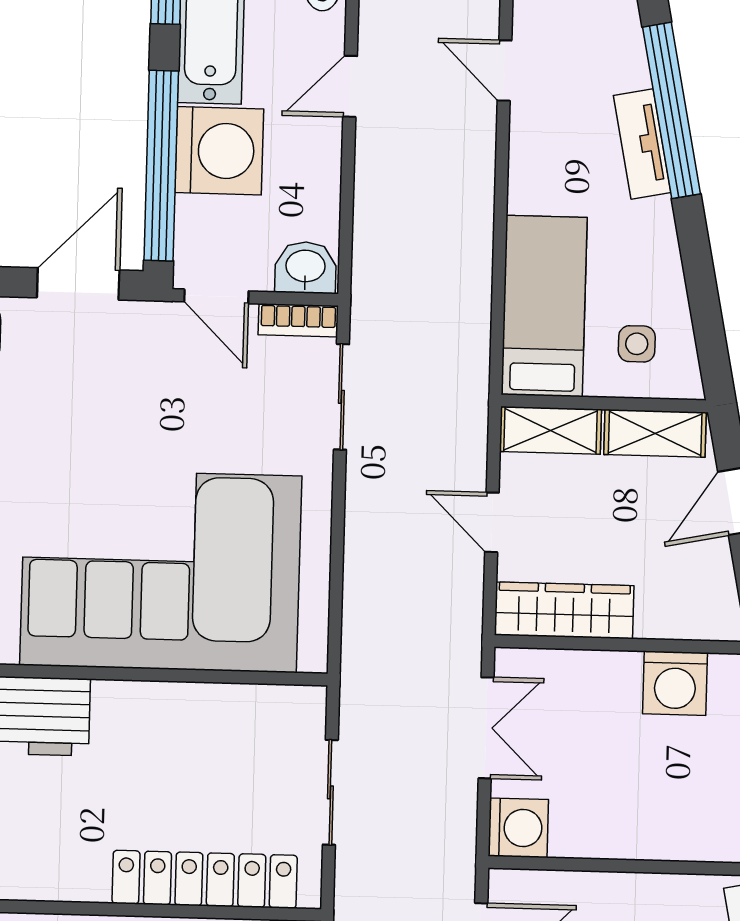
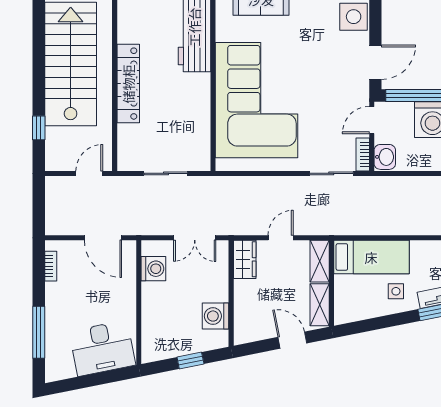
door: (78, 284) -> (375, 62), hinge flipped
side table: (637, 344) -> (396, 291), moved
wardrobe: (564, 610) -> (245, 259), width x0.67
washing machine: (518, 828) -> (153, 269), moved, turned -90
locker: (205, 879) -> (128, 84), moved

